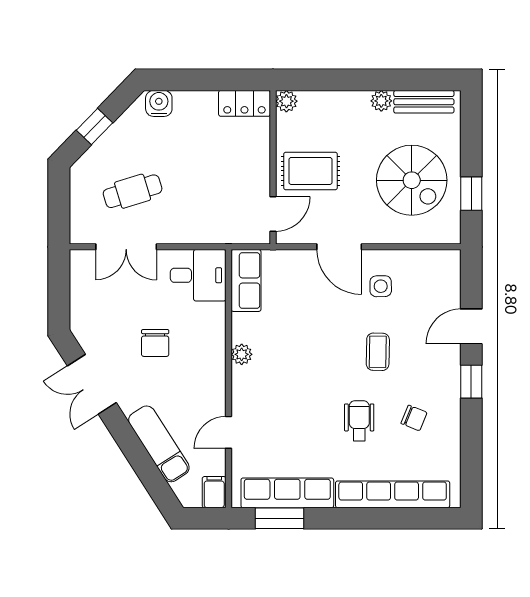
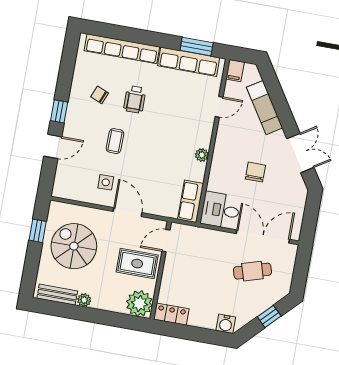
plant: (286, 101) -> (139, 303), width x1.87, depth x1.87
double door: (126, 247) -> (263, 236), width x1.37

